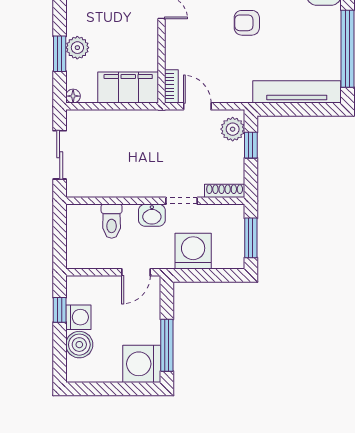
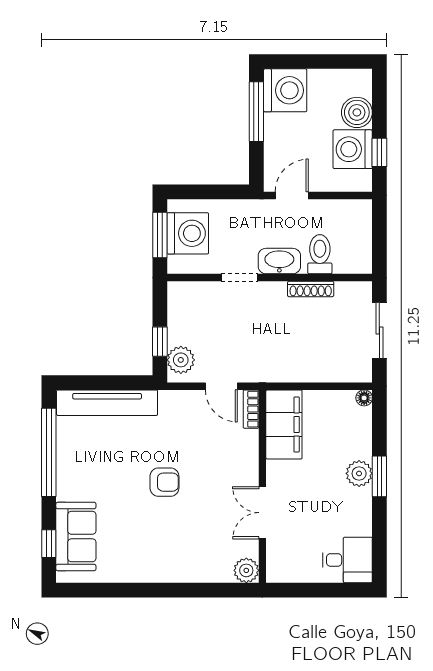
plant: (77, 48) -> (359, 473), moved
window: (60, 54) -> (379, 476), moved
filing cabinet: (128, 87) -> (284, 424), moved, turned -90
shoe rack: (225, 191) -> (311, 289), moved
washbasin: (152, 215) -> (279, 261), width x1.38
washing machine: (193, 251) -> (188, 233), moved, turned -90
washing machine: (78, 317) -> (353, 149), width x1.37, depth x1.37

